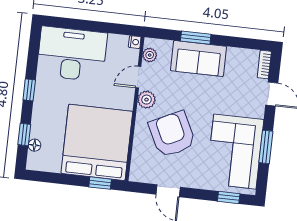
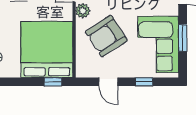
armchair: (172, 134) -> (106, 36), turned -97
window: (229, 198) -> (144, 82), moved

